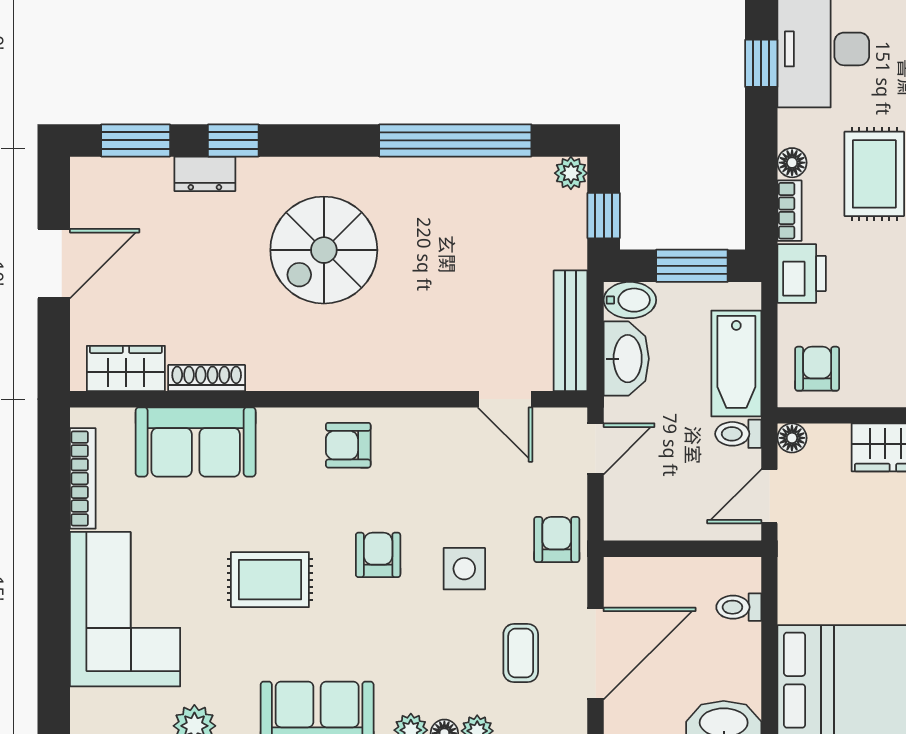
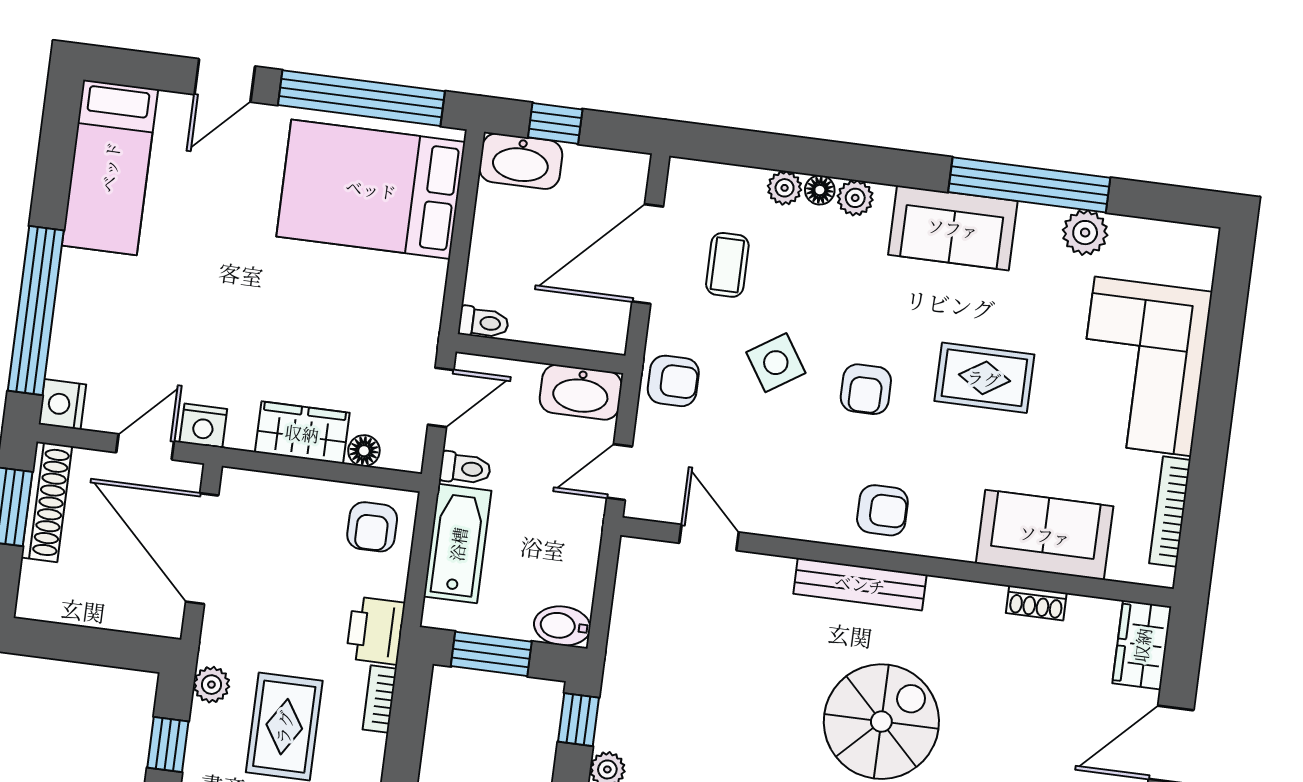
floor lamp: (792, 163) -> (370, 750), removed
bench: (571, 331) -> (860, 584), moved, turned 90
washbasin: (626, 359) -> (581, 392), moved, turned -90
wardrobe: (126, 368) -> (1142, 645), moved, turned 90
shoe rack: (207, 378) -> (1036, 603), width x0.70
floor lamp: (792, 438) -> (364, 451), moved
armchair: (557, 539) -> (673, 381), turned -90
side table: (464, 569) -> (776, 363), turned -33
toilet: (739, 607) -> (484, 322), moved

